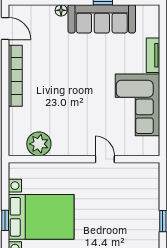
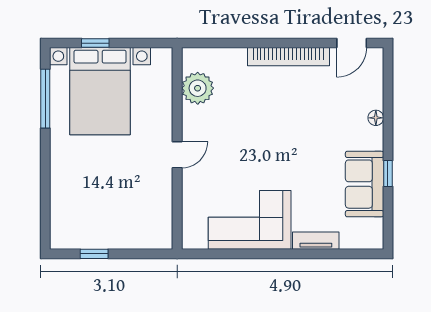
sofa: (102, 19) -> (365, 184), width x0.73
door: (105, 159) -> (177, 155), moved

